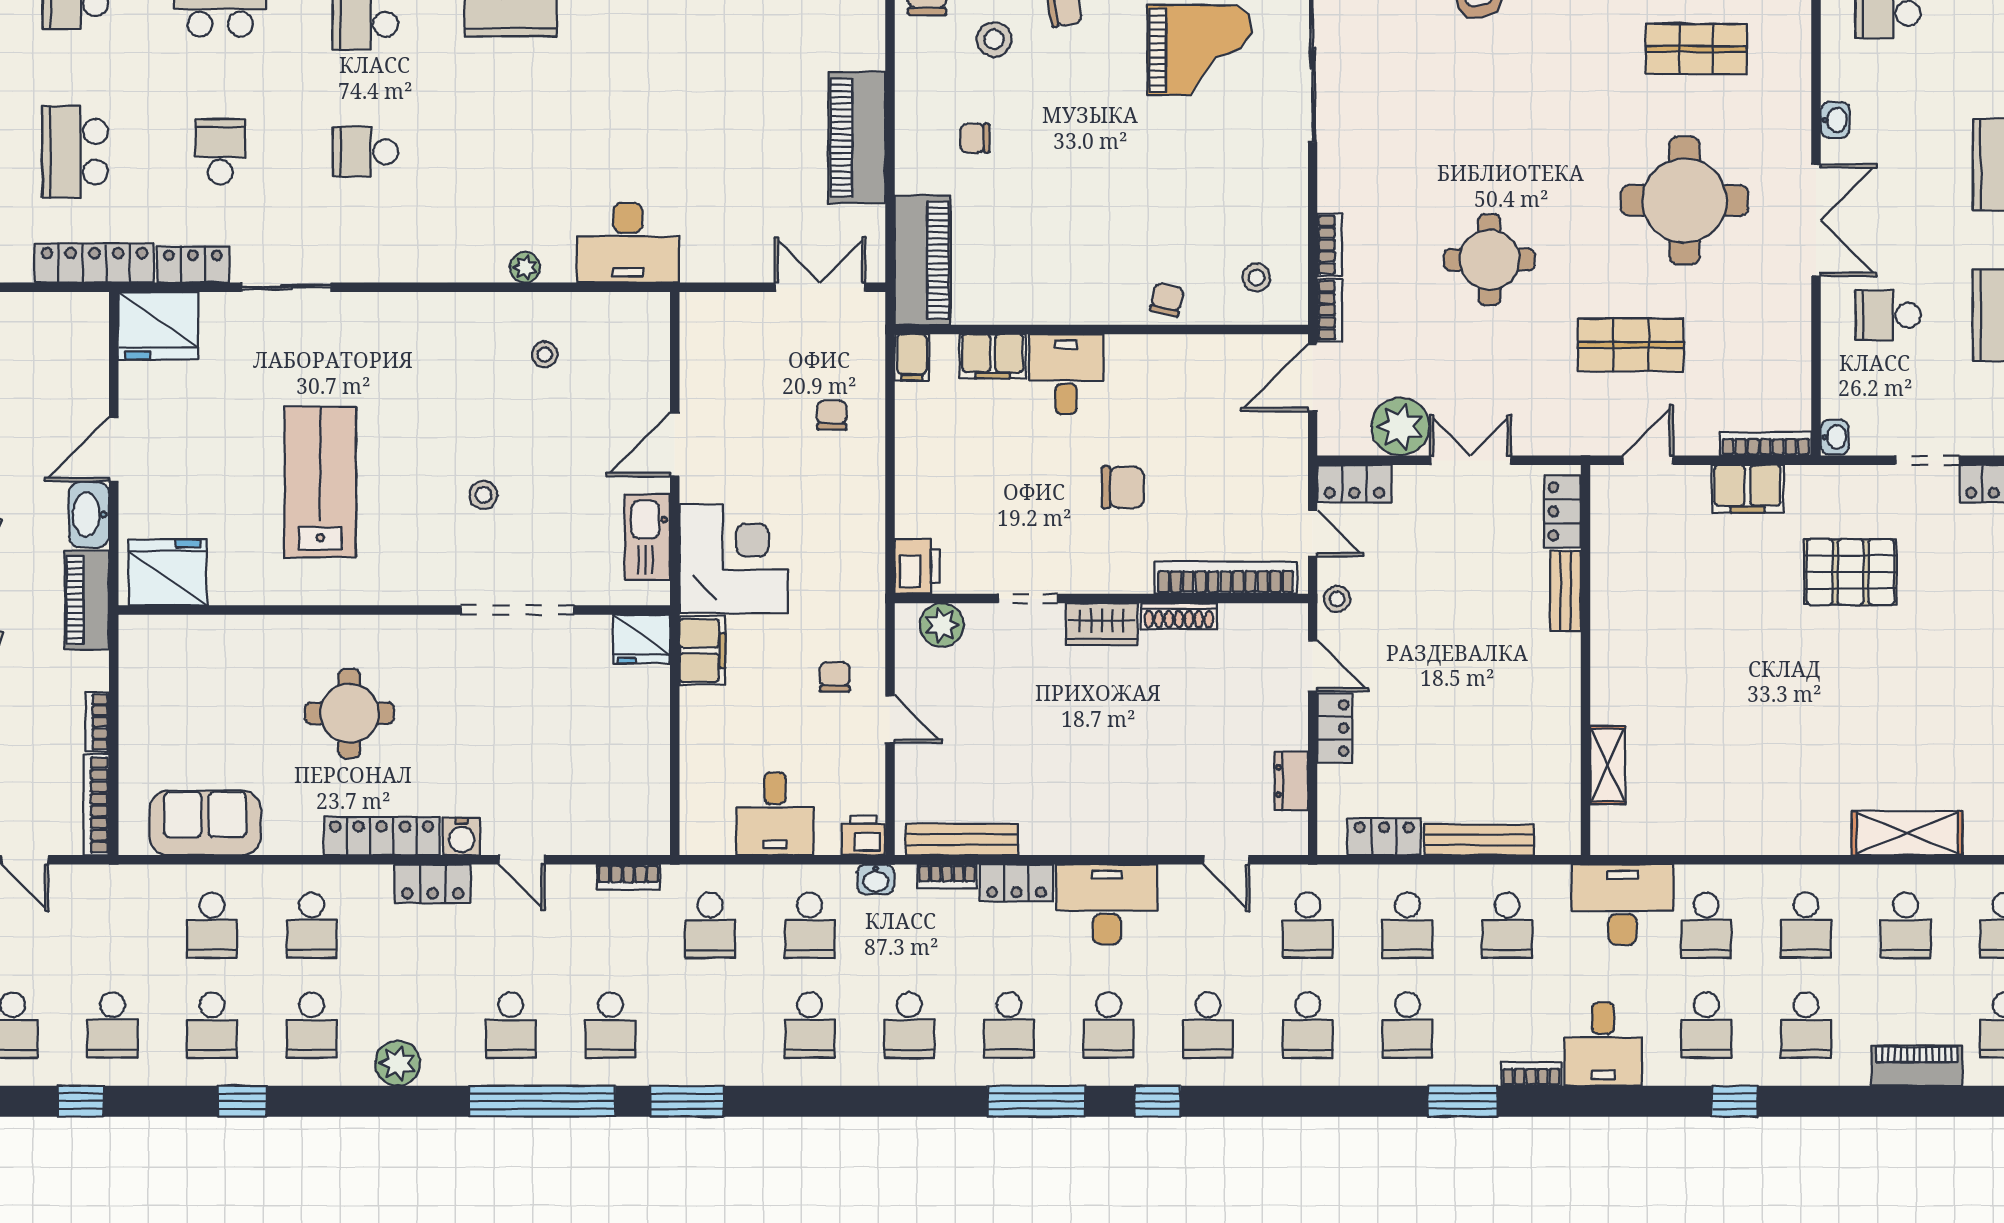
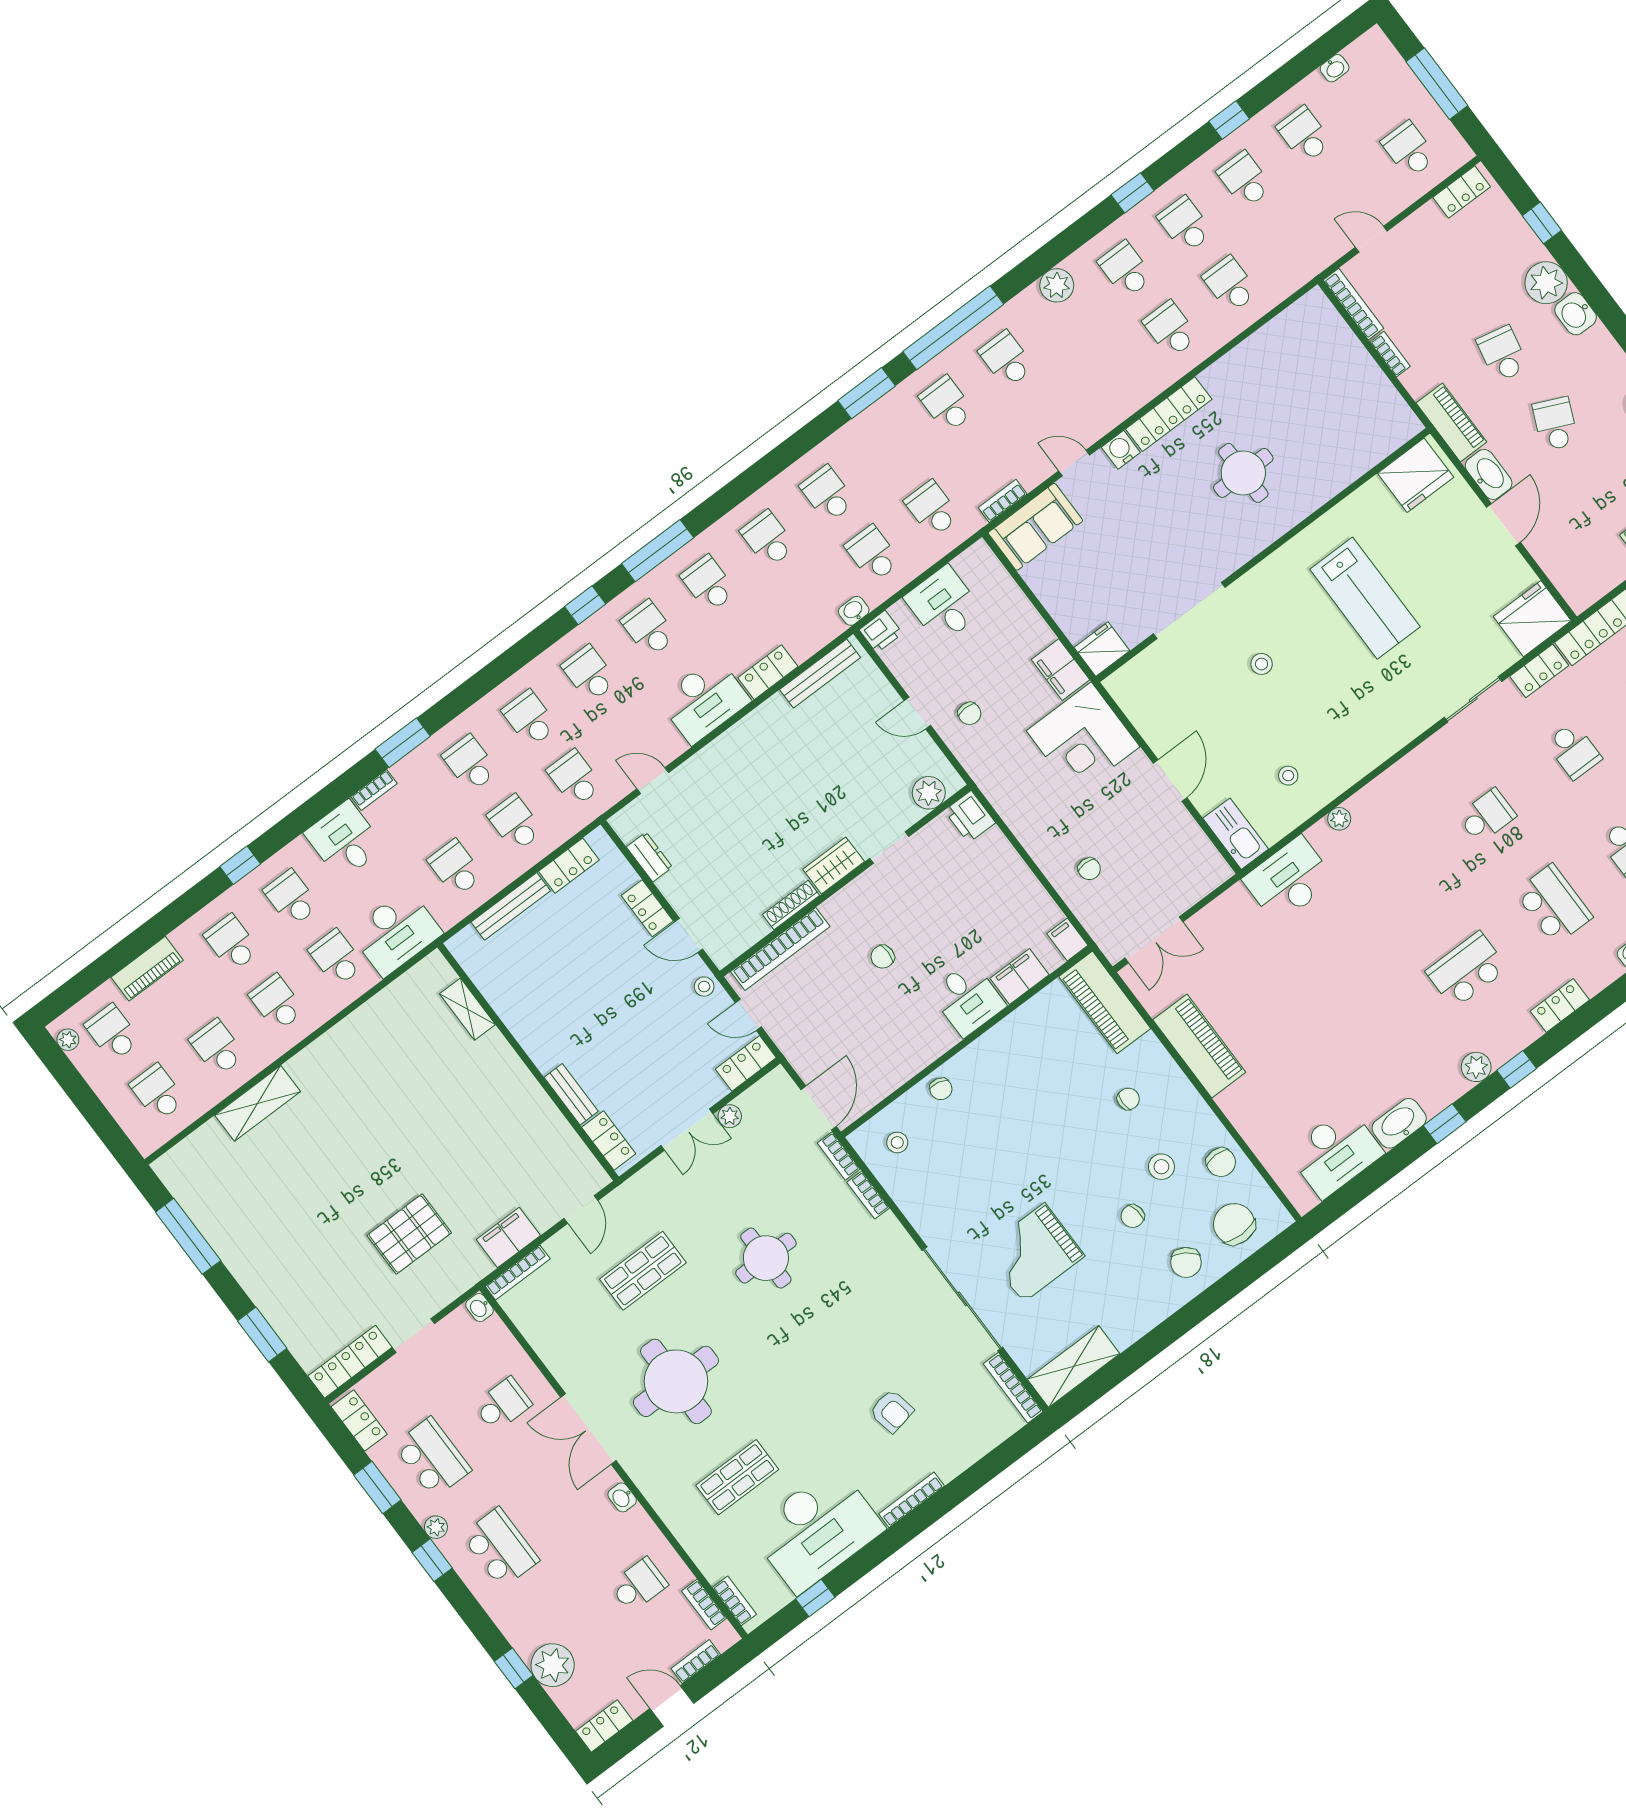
plant: (1400, 427) -> (730, 1116), width x0.53, depth x0.53
chair: (1123, 487) -> (883, 957), width x0.73, depth x0.73
kitchen sink: (647, 537) -> (1236, 834), moved
sofa: (205, 823) -> (1035, 527), moved
bookcase: (947, 876) -> (812, 645), removed
locker: (433, 884) -> (1117, 409), removed

